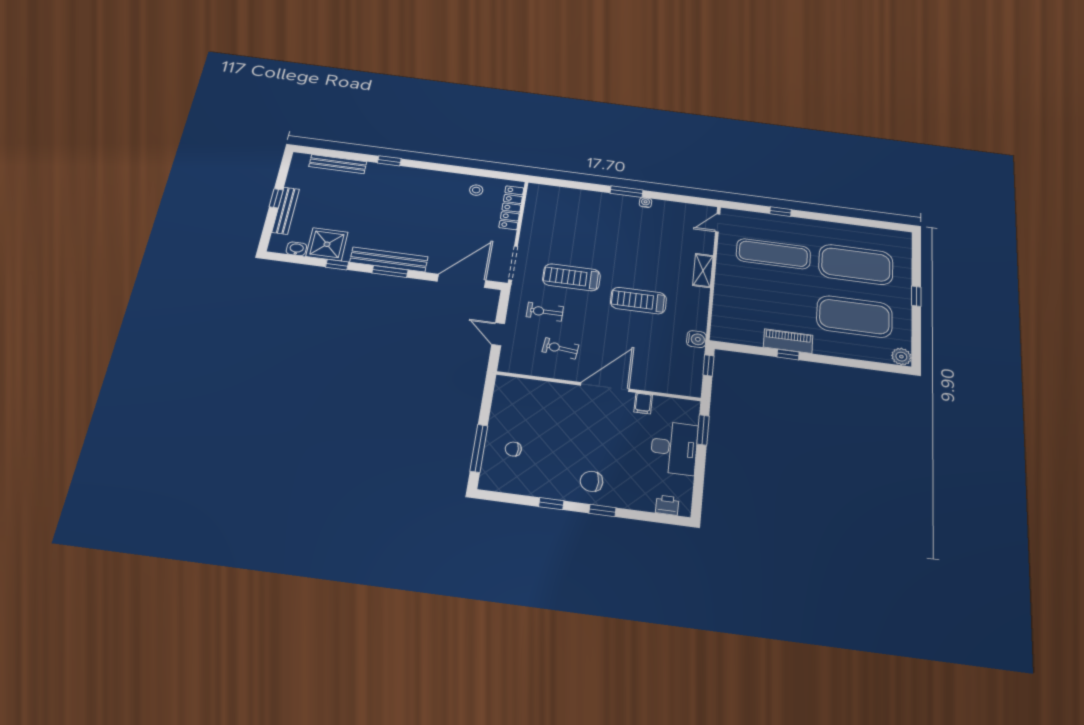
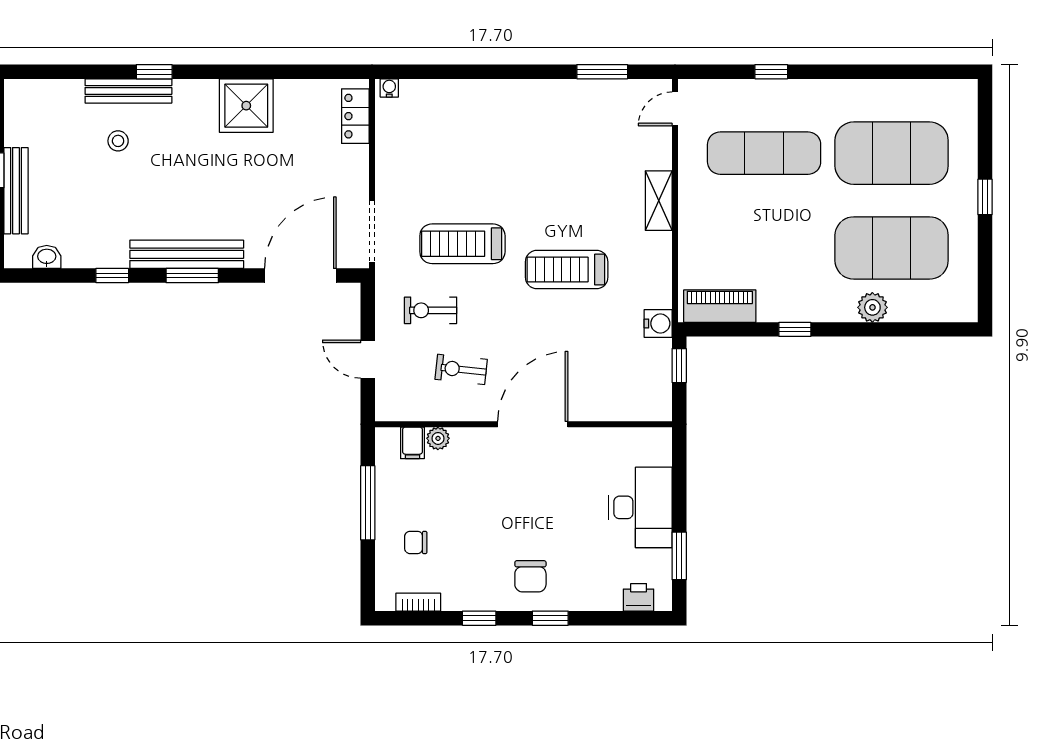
bench: (338, 164) -> (128, 91), moved
stool: (476, 190) -> (118, 141), moved
window: (627, 192) -> (602, 72), moved
water cooler: (645, 203) -> (389, 88), moved
locker: (511, 208) -> (355, 116), width x0.66
shower: (327, 244) -> (246, 106), moved
piano: (788, 341) -> (720, 306), moved
plant: (901, 357) -> (872, 307), moved
plant: (539, 387) -> (438, 438), added
filing cabinet: (643, 404) -> (412, 443), moved
window: (703, 430) -> (679, 556), moved
window: (479, 448) -> (368, 503), moved
chair: (592, 481) -> (530, 576), turned -90
bookcase: (509, 487) -> (418, 602), added

